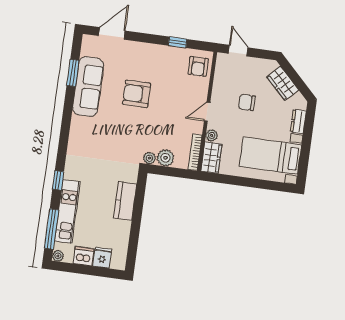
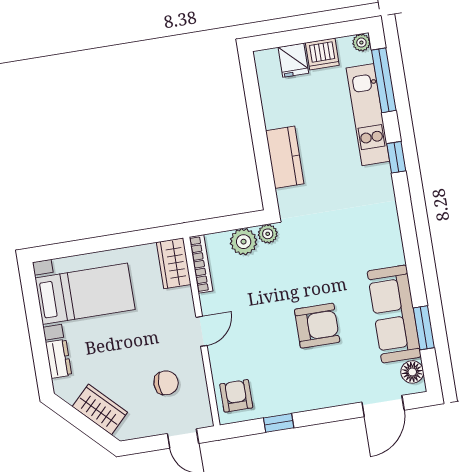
floor lamp: (88, 48) -> (412, 372), added
chair: (247, 102) -> (166, 383), moved
plant: (212, 135) -> (184, 297), removed

